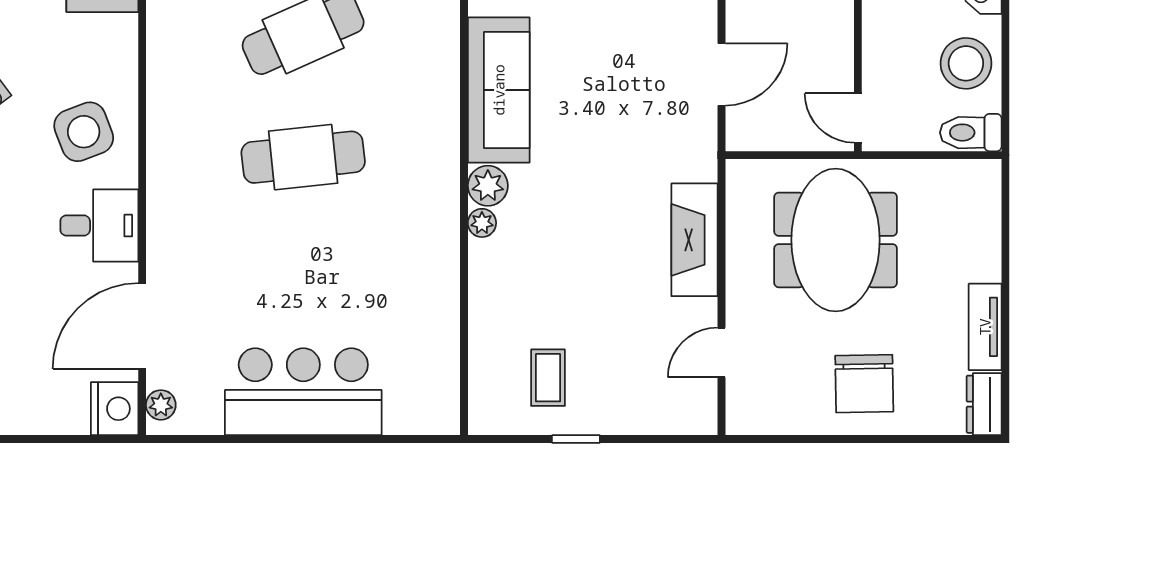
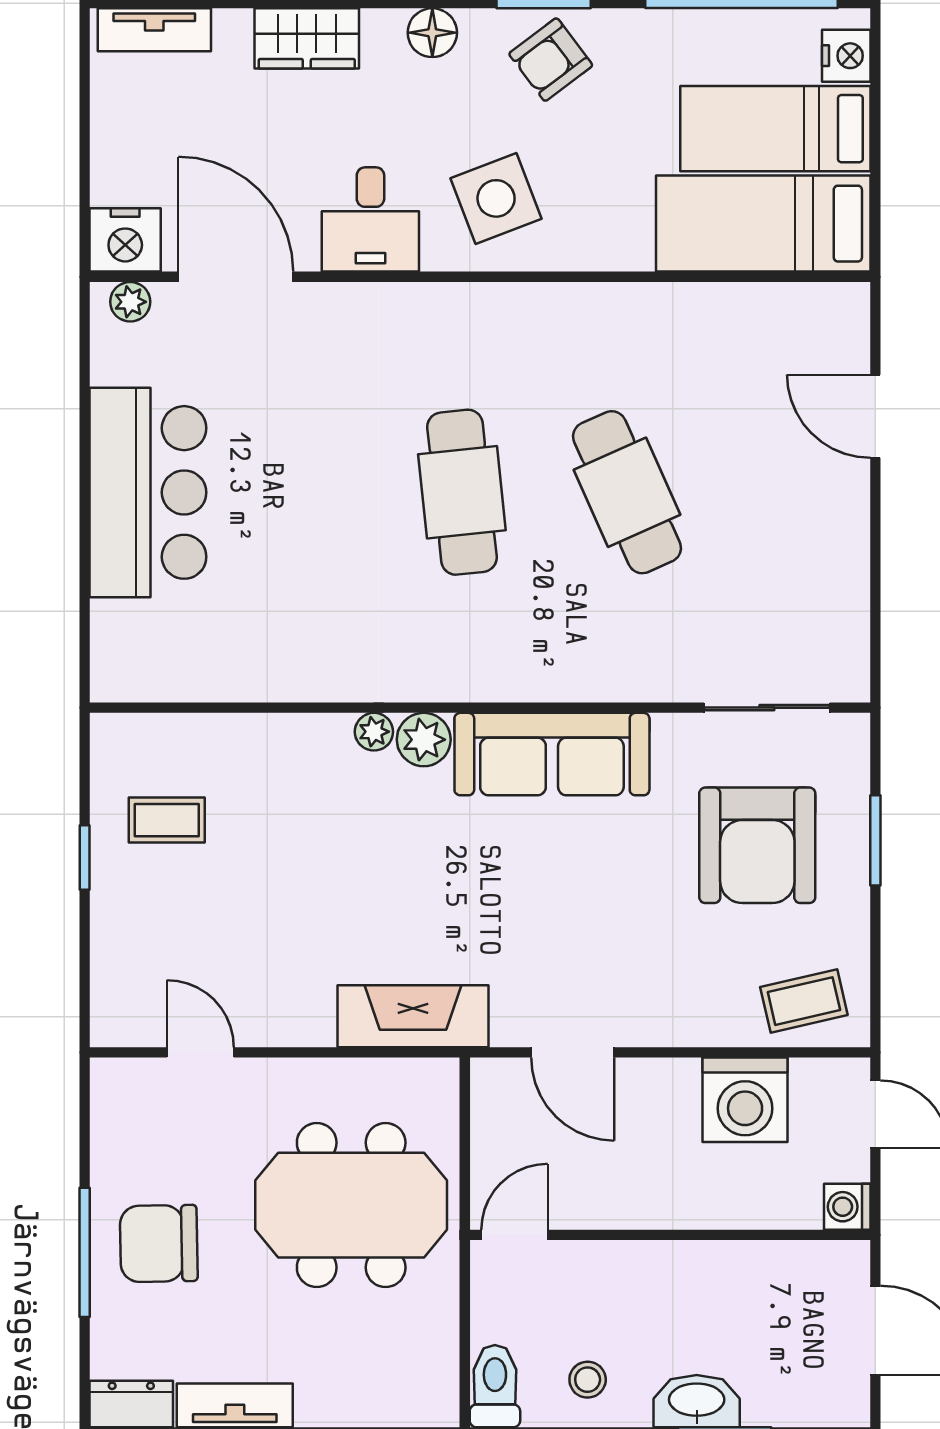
stool: (966, 63) -> (588, 1380), width x0.53, depth x0.53
fireplace: (695, 240) -> (413, 1016), moved
window: (871, 439) -> (85, 1252), added

